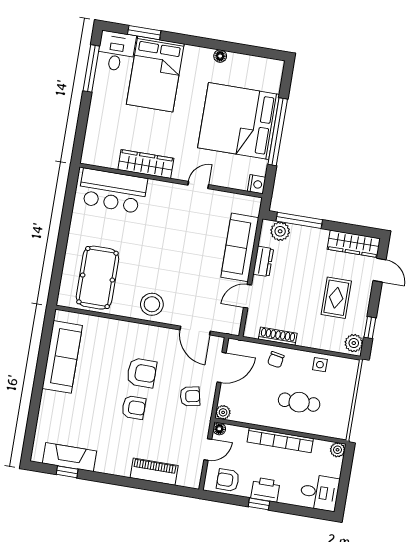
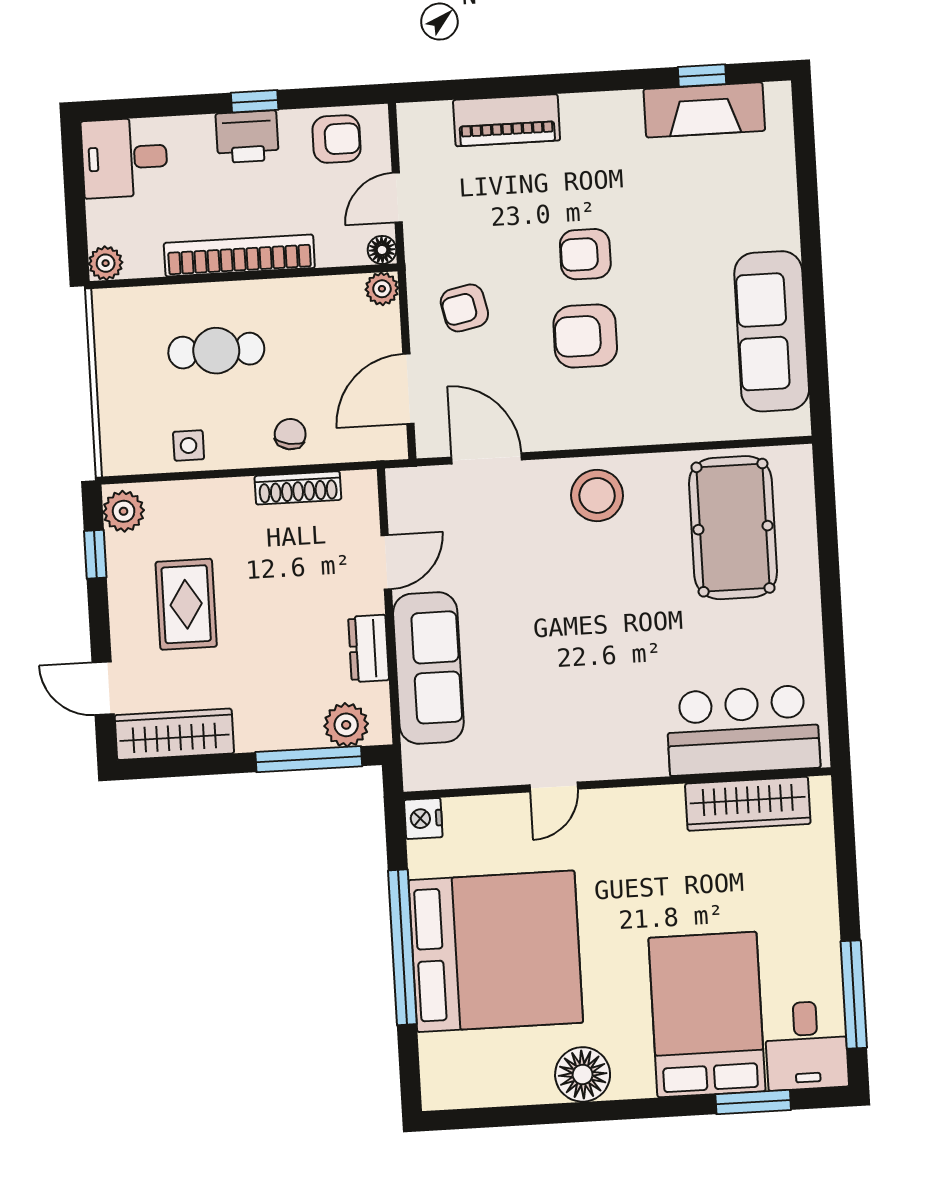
floor lamp: (220, 56) -> (583, 1074), width x1.89, depth x1.89
wardrobe: (146, 164) -> (748, 804), moved

